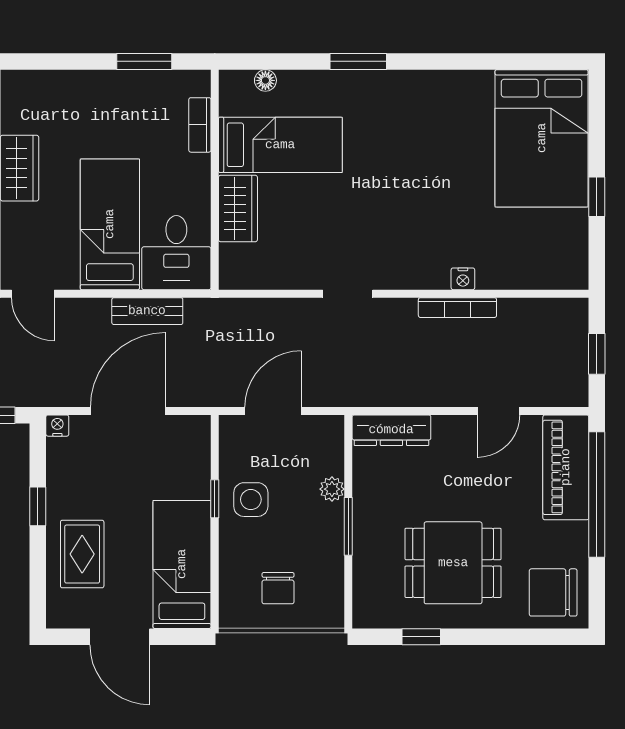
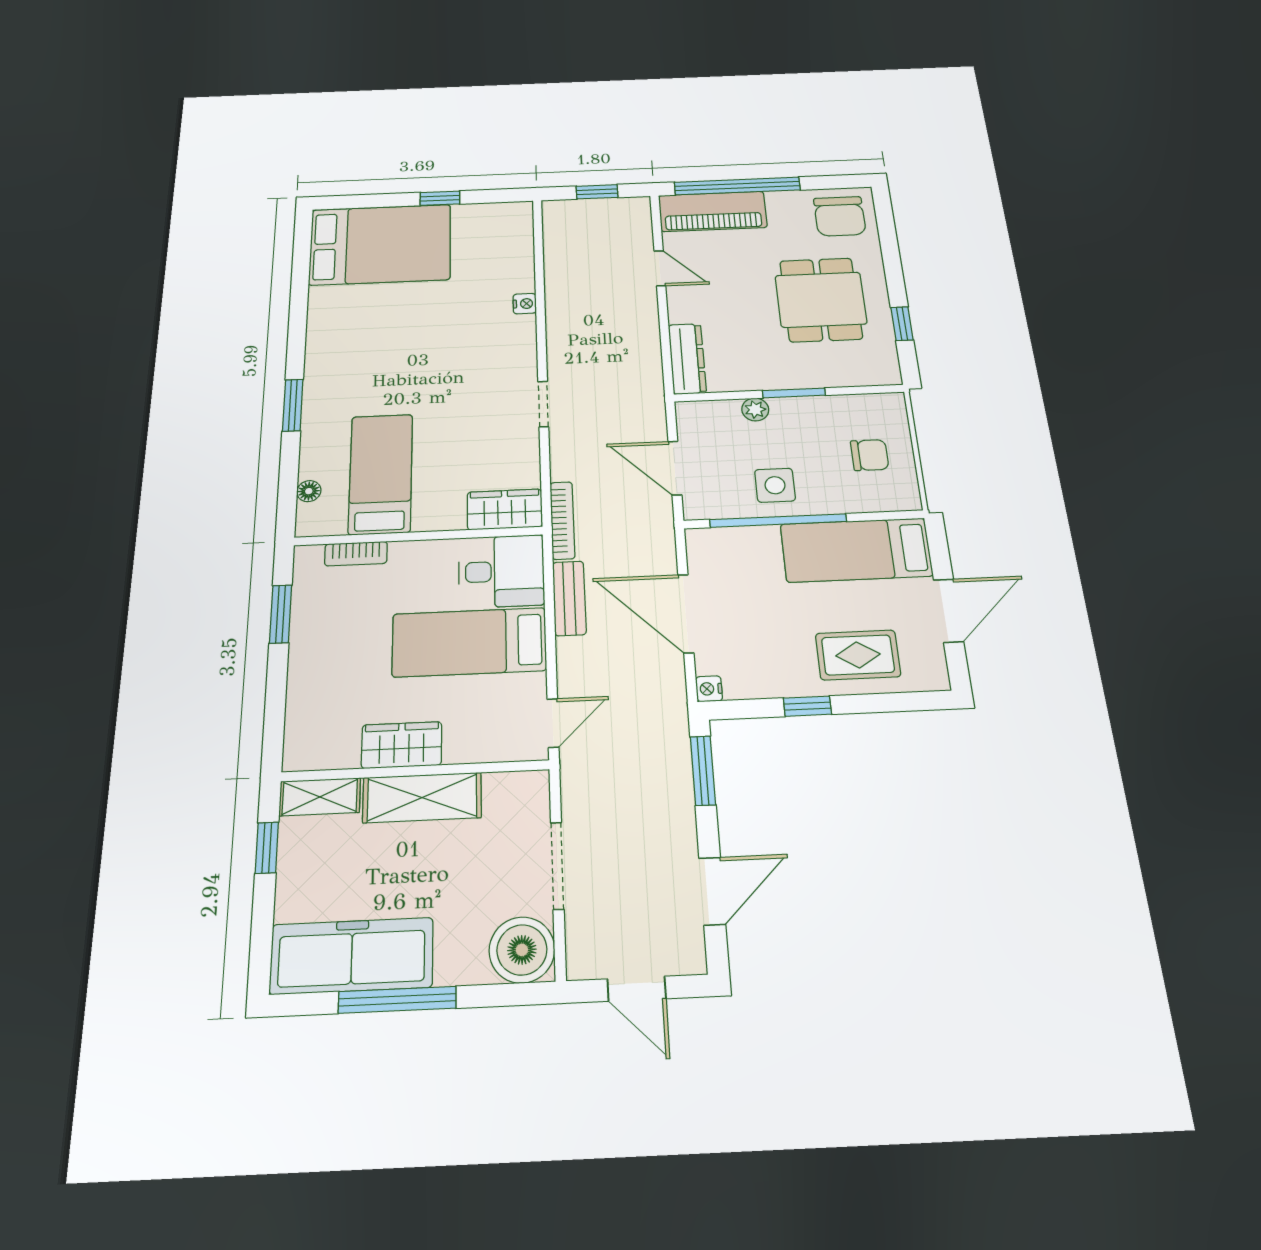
wardrobe: (238, 208) -> (505, 509), moved
bookcase: (457, 308) -> (562, 520), moved
window: (215, 499) -> (778, 521), width x3.17

